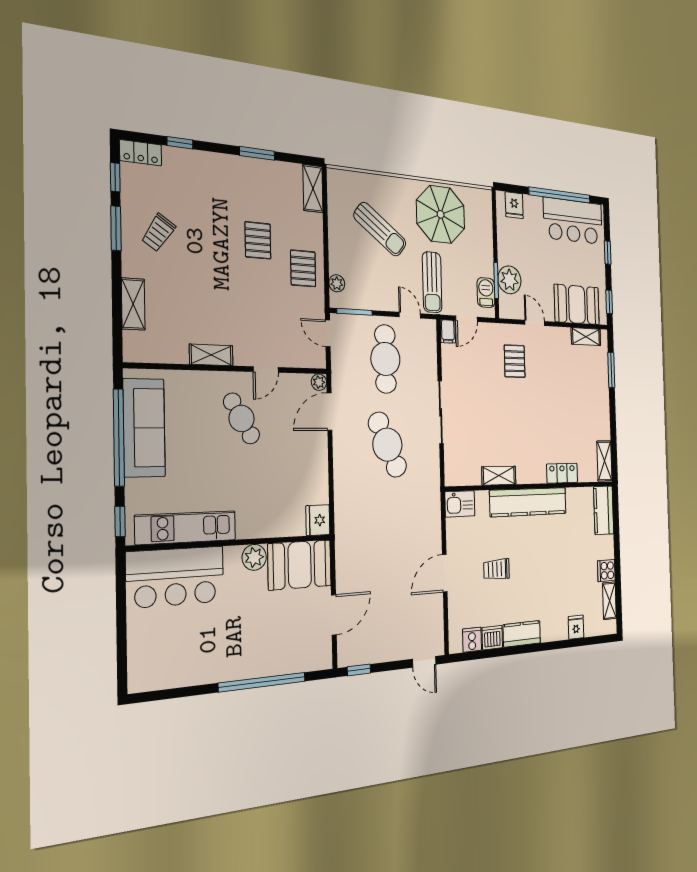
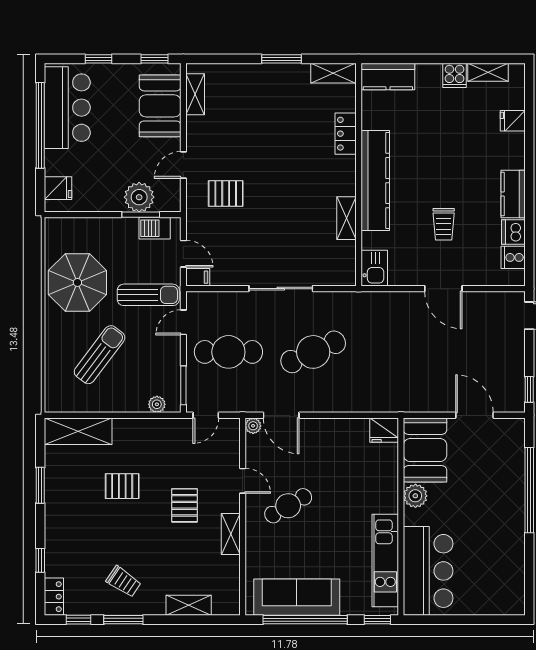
shelving: (313, 189) -> (78, 431), width x1.50, depth x1.33
pallet: (303, 268) -> (185, 505), moved, turned 90
window: (611, 370) -> (282, 59), moved

